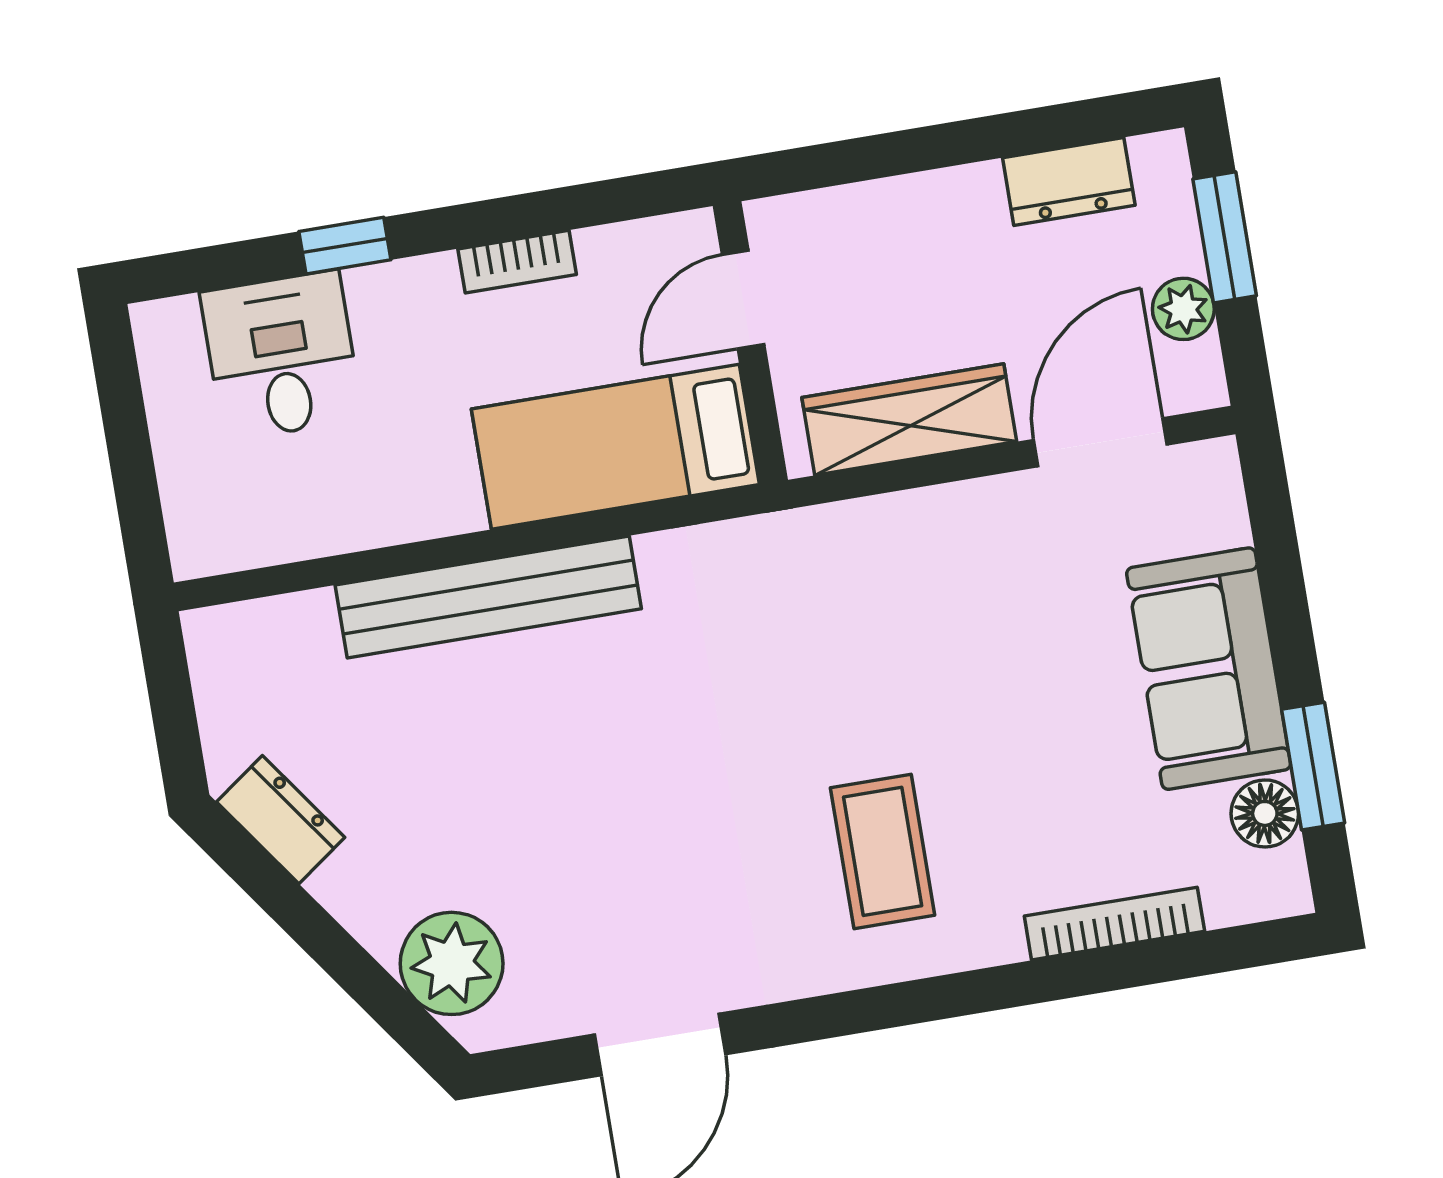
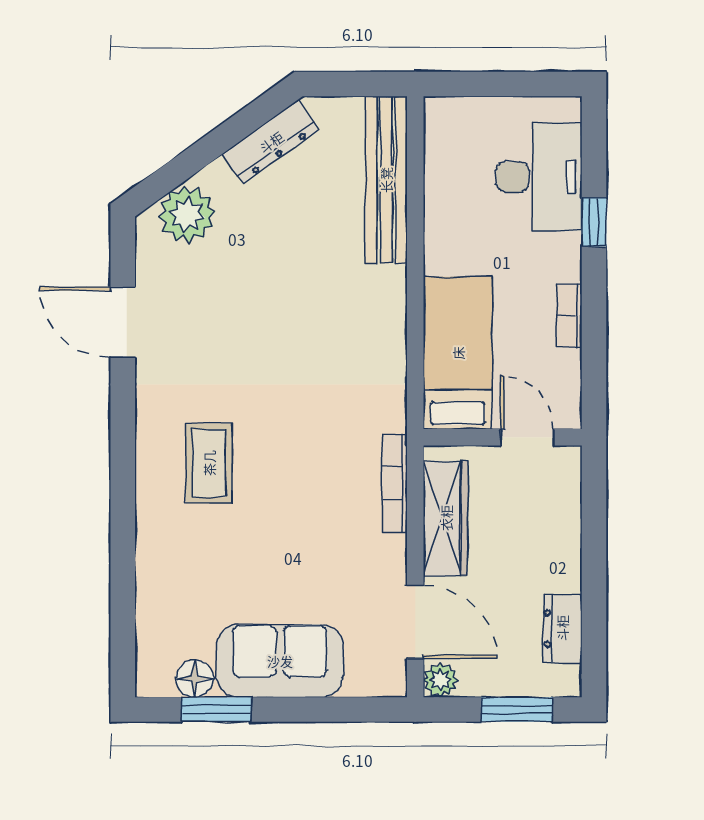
plant: (1183, 309) -> (441, 680), moved
desk: (281, 356) -> (539, 177), width x1.37
bench: (488, 597) -> (386, 180), moved
dresser: (281, 820) -> (271, 142), width x1.44
coffee table: (883, 851) -> (209, 463), turned 90
bookcase: (1114, 924) -> (395, 483), moved, turned 180

